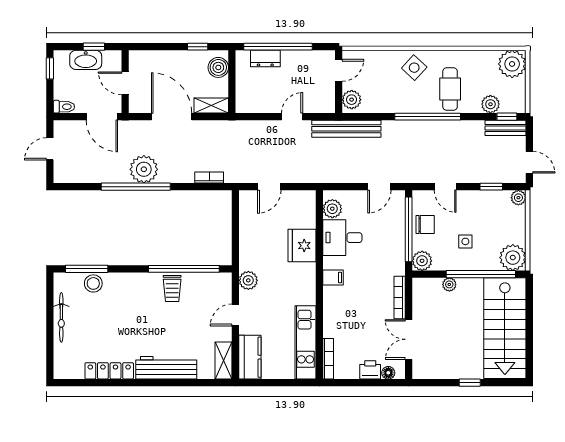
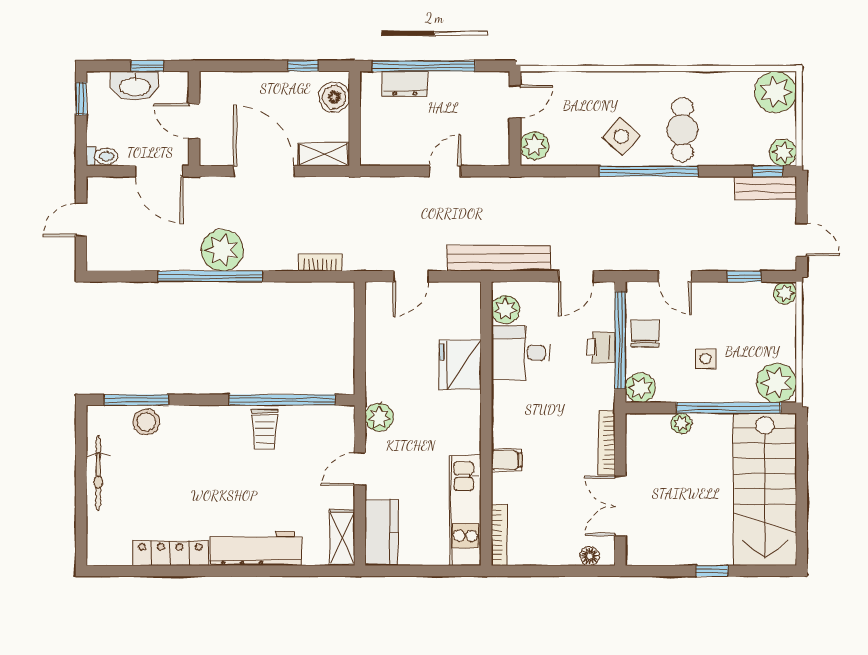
side table: (414, 68) -> (621, 136), moved
plant: (490, 104) -> (783, 152), moved
bench: (346, 129) -> (499, 258), moved
chair: (425, 225) -> (645, 333), turned -90
filing cabinet: (333, 277) -> (507, 460), moved
printer: (370, 370) -> (601, 347), moved, turned -90

